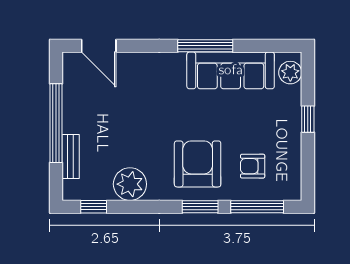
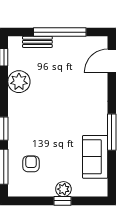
sofa: (231, 70) -> (95, 157), width x0.73
plant: (290, 73) -> (63, 189), moved
armchair: (198, 164) -> (32, 127), removed

